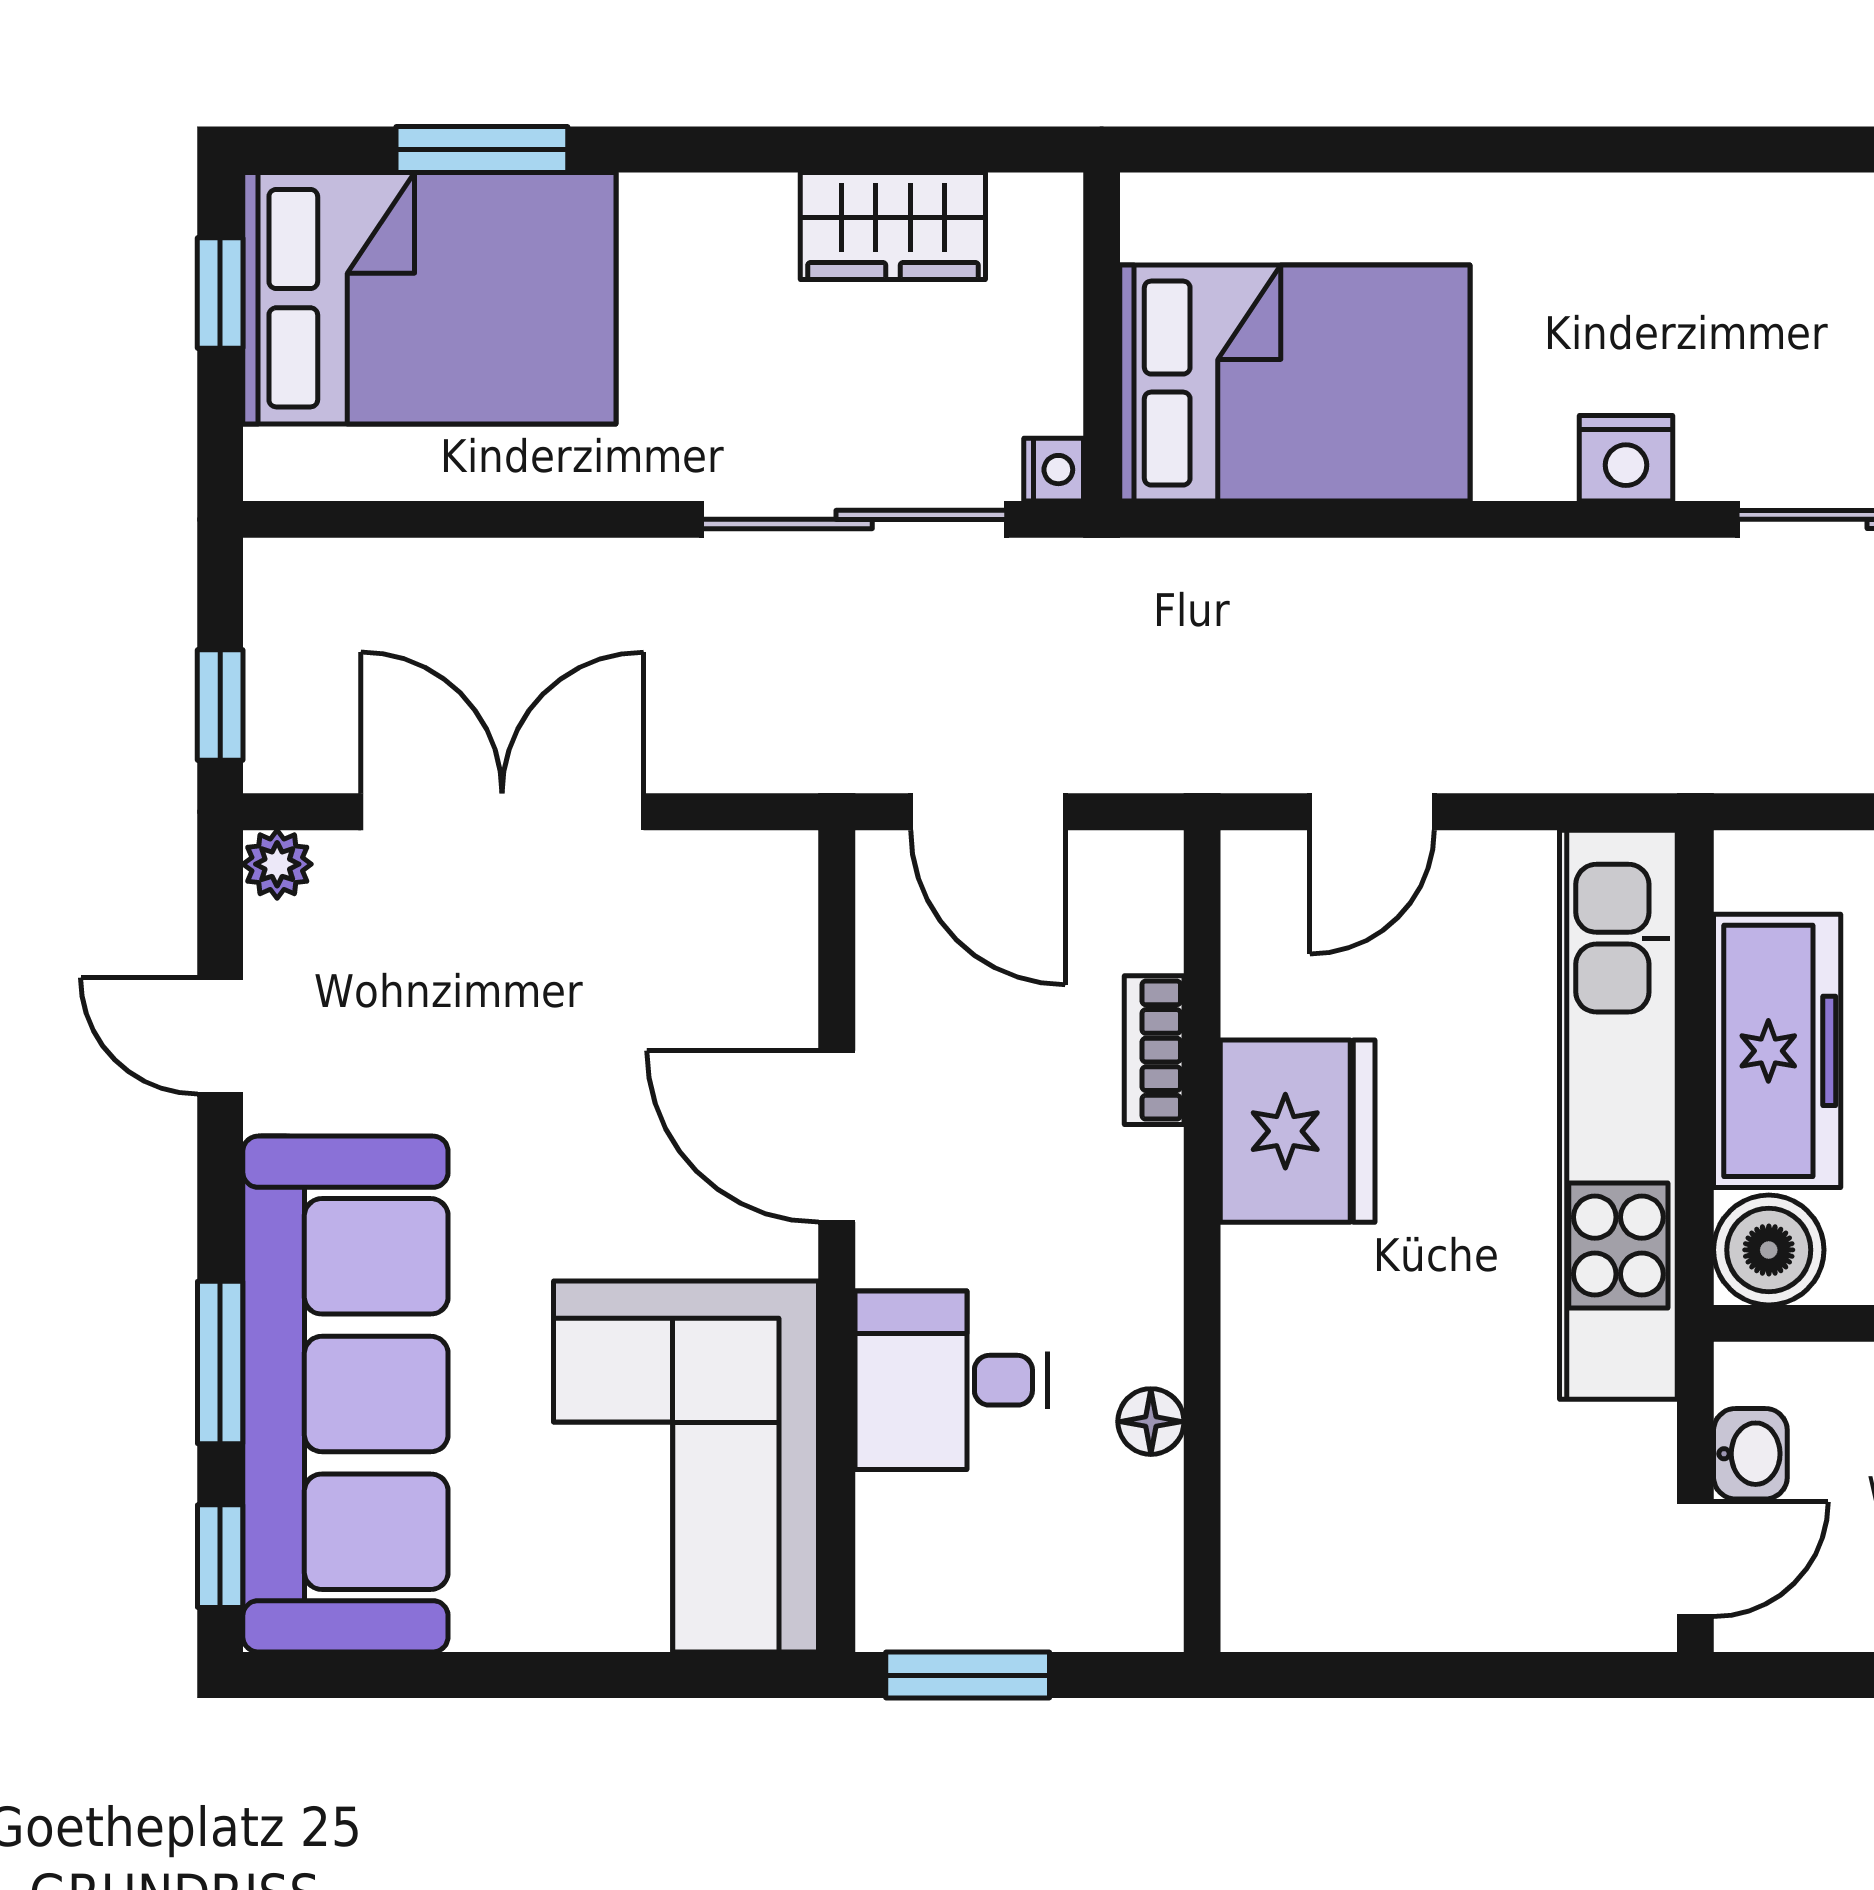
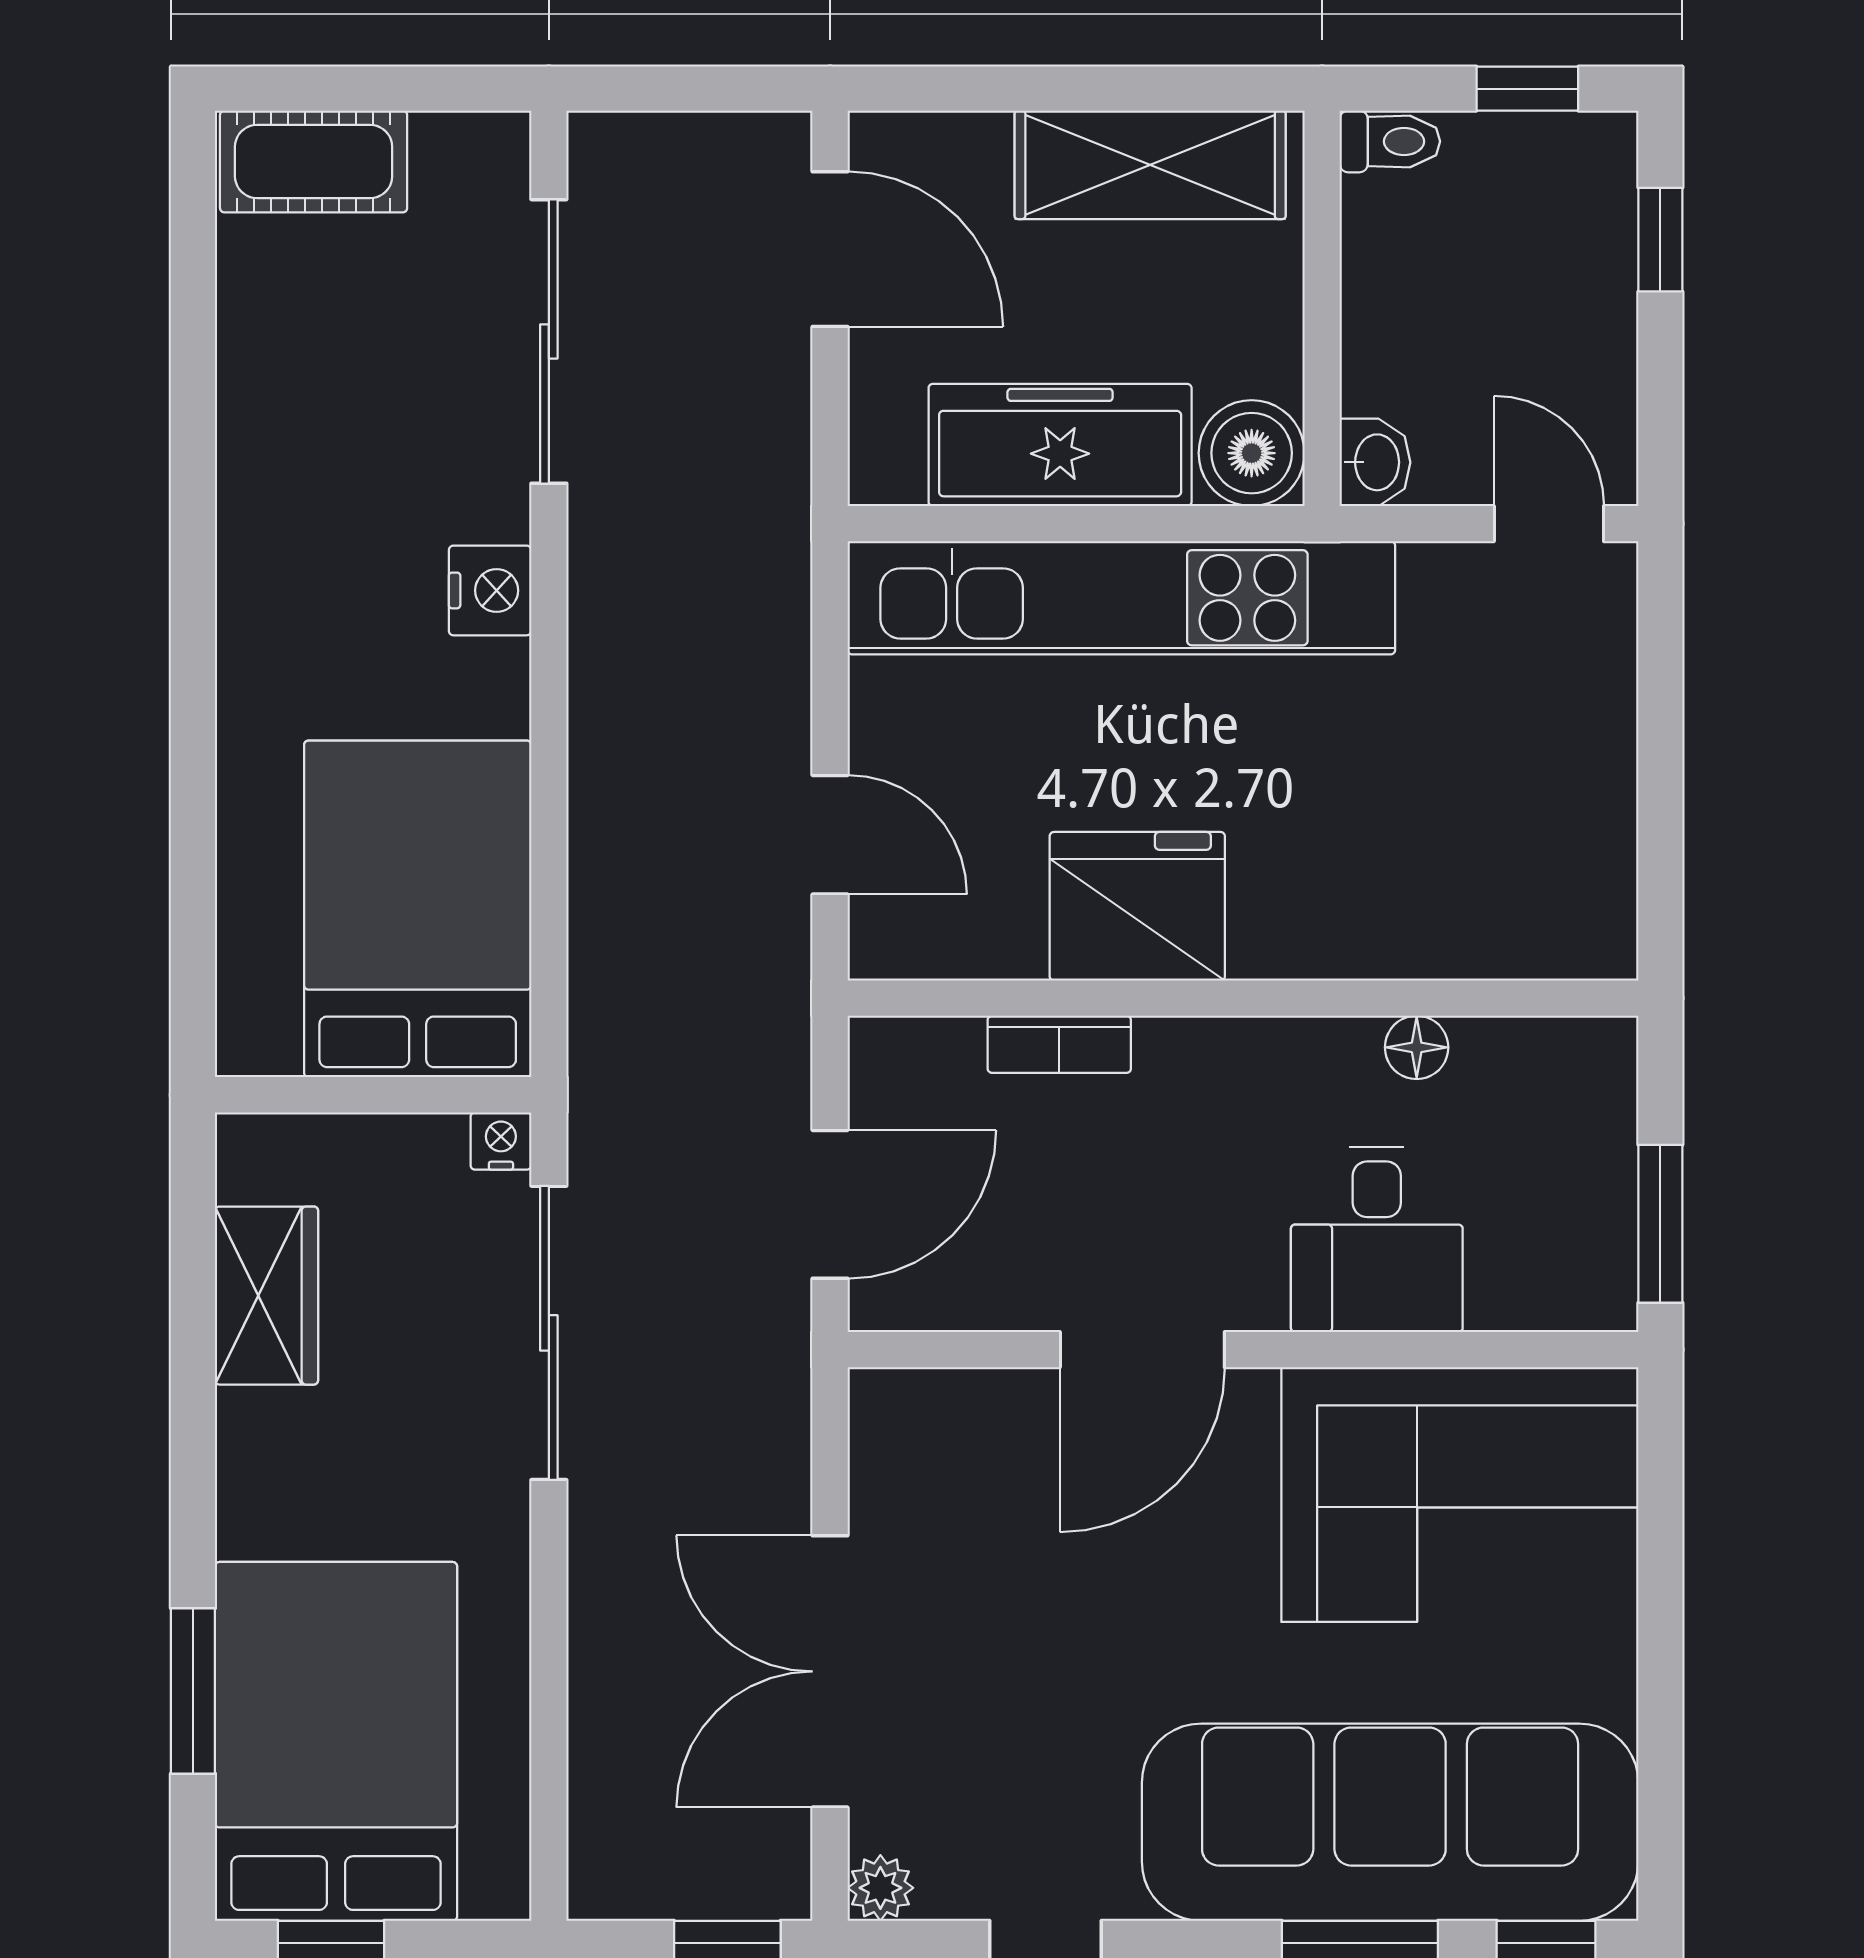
washbasin: (1750, 1454) -> (1375, 462), moved, turned 90

